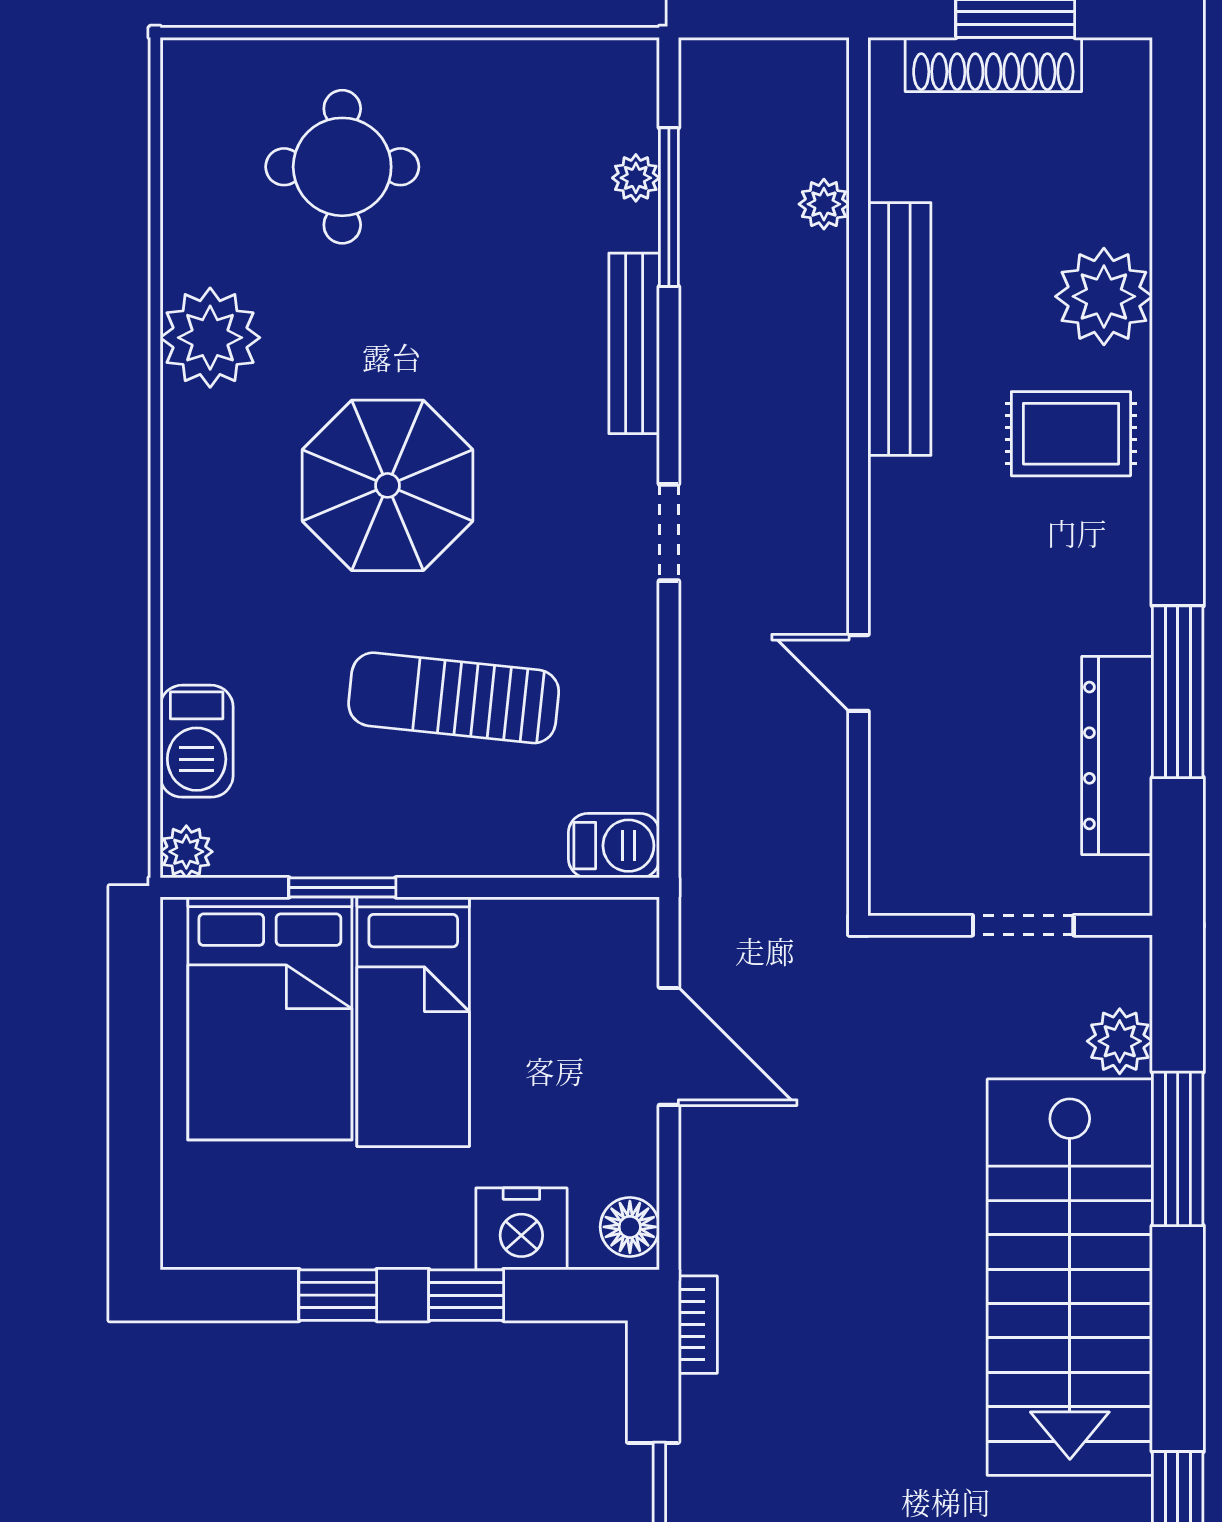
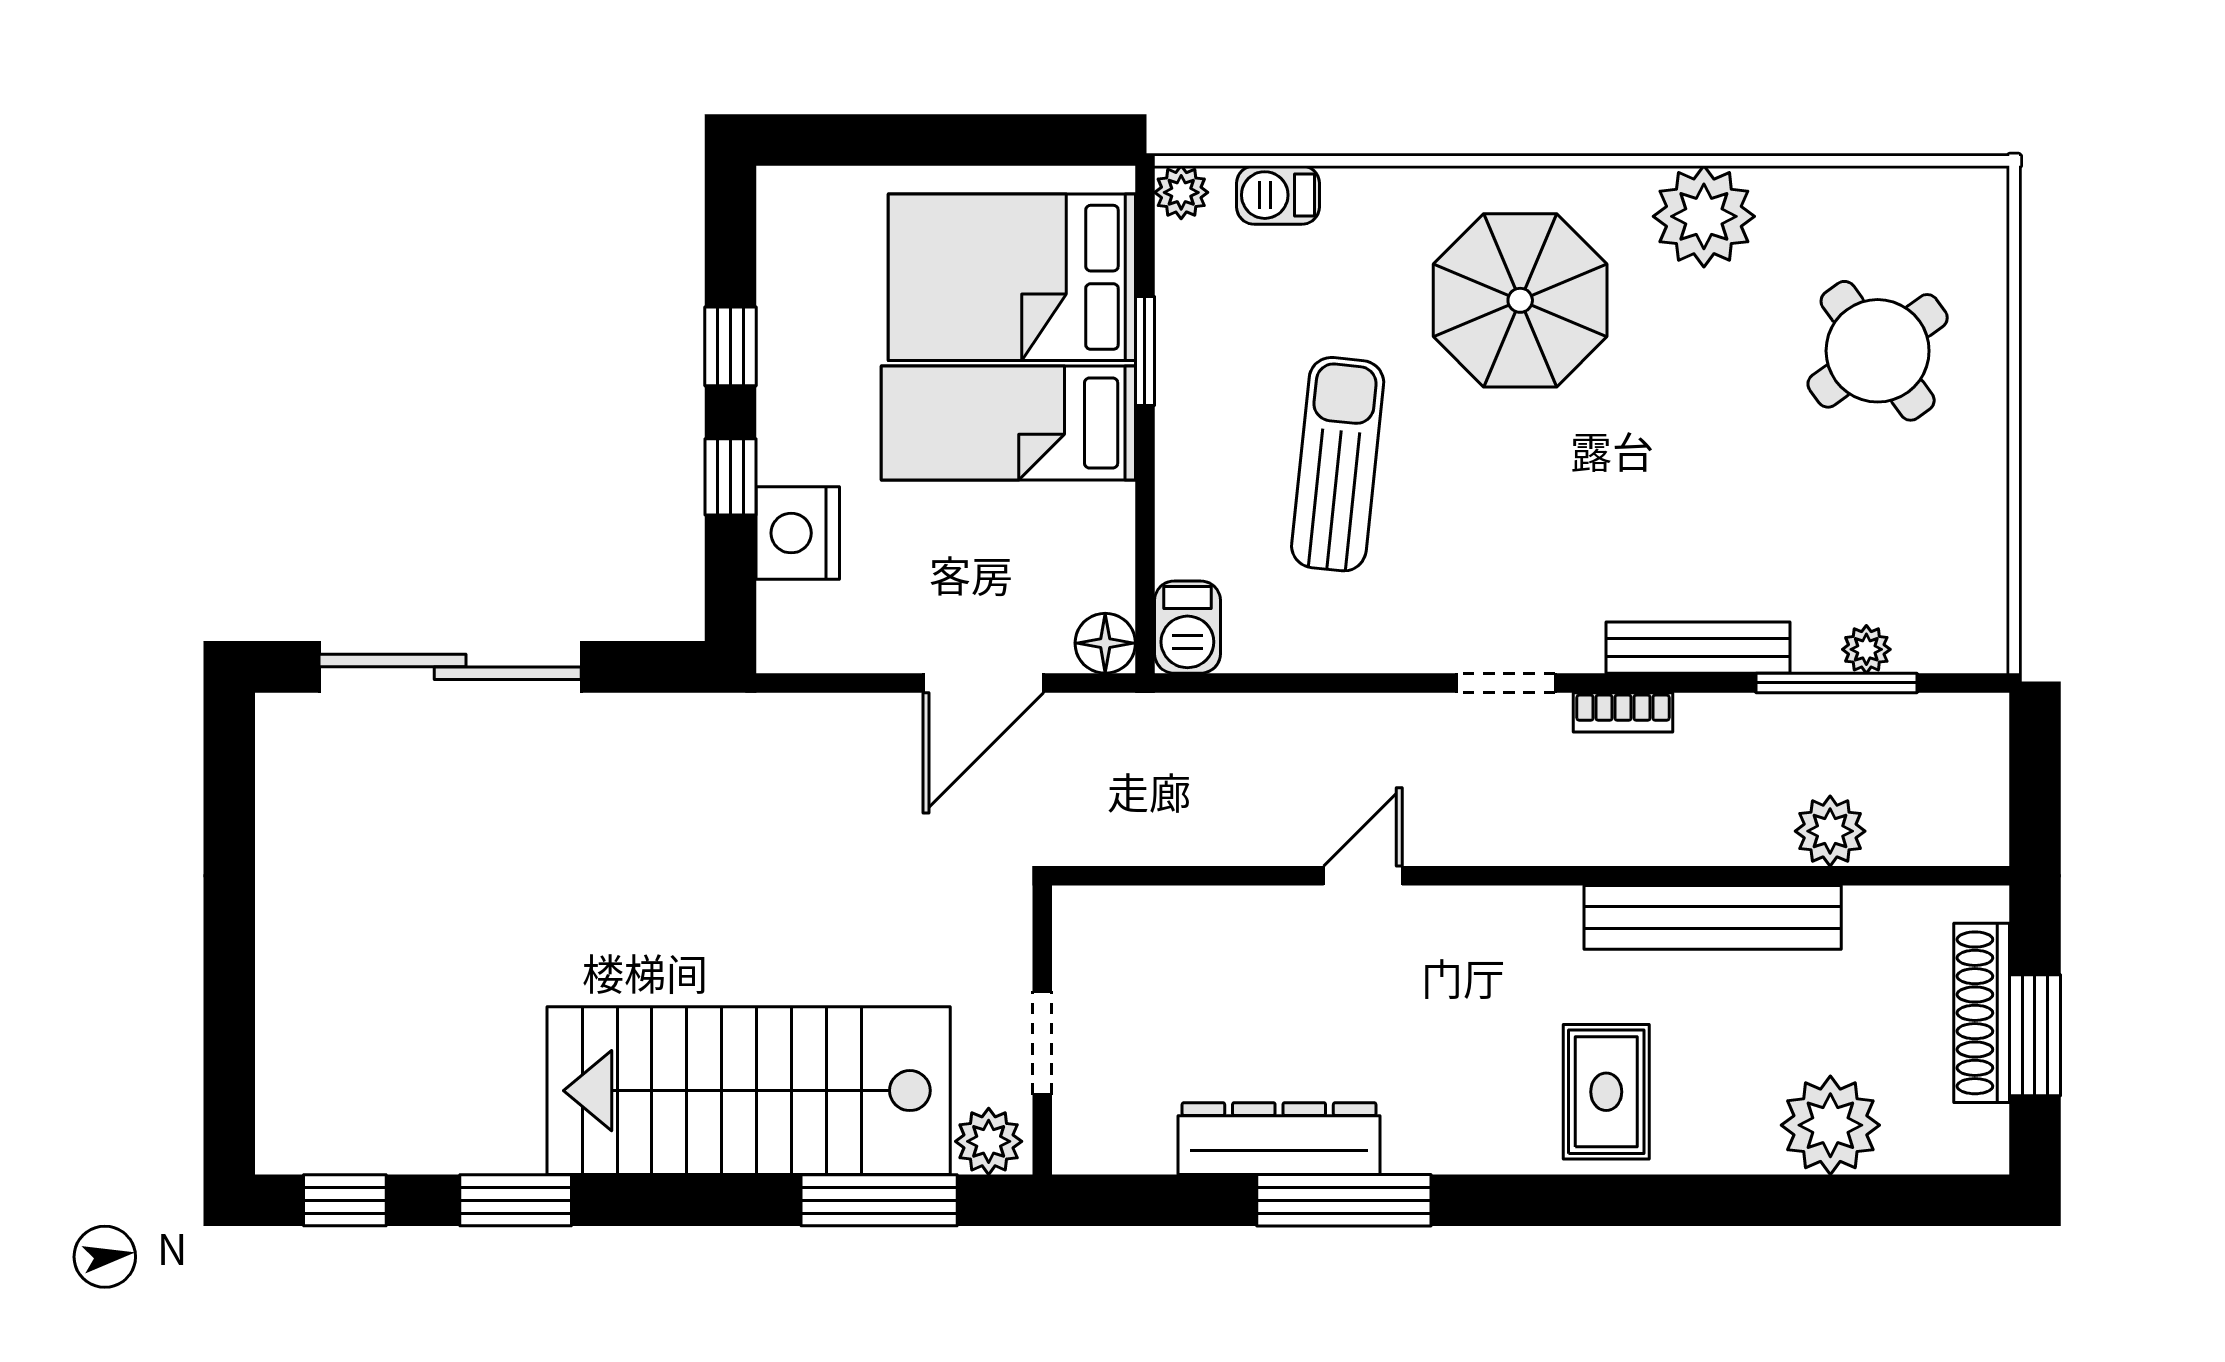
round table: (342, 167) -> (1878, 351), turned -36
plant: (824, 204) -> (1830, 831), width x1.38, depth x1.38
plant: (1104, 296) -> (1830, 1125), moved
parasol: (387, 485) -> (1520, 300), moved
barbecue: (197, 741) -> (1278, 195), width x0.73, depth x0.79
wall: (1010, 925) -> (1042, 1030), moved
doorway: (1023, 925) -> (1042, 1043), moved
floor lamp: (630, 1227) -> (1105, 643), moved
bookcase: (698, 1325) -> (1623, 712), moved

